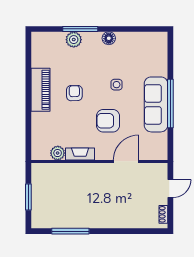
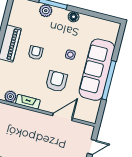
sofa: (156, 104) -> (97, 70), width x1.36, depth x1.27
armchair: (108, 121) -> (56, 81), turned 90

